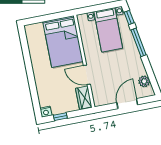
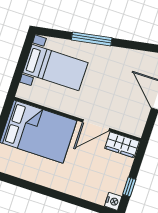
window: (129, 17) -> (54, 33), removed
plant: (144, 81) -> (144, 59), removed

